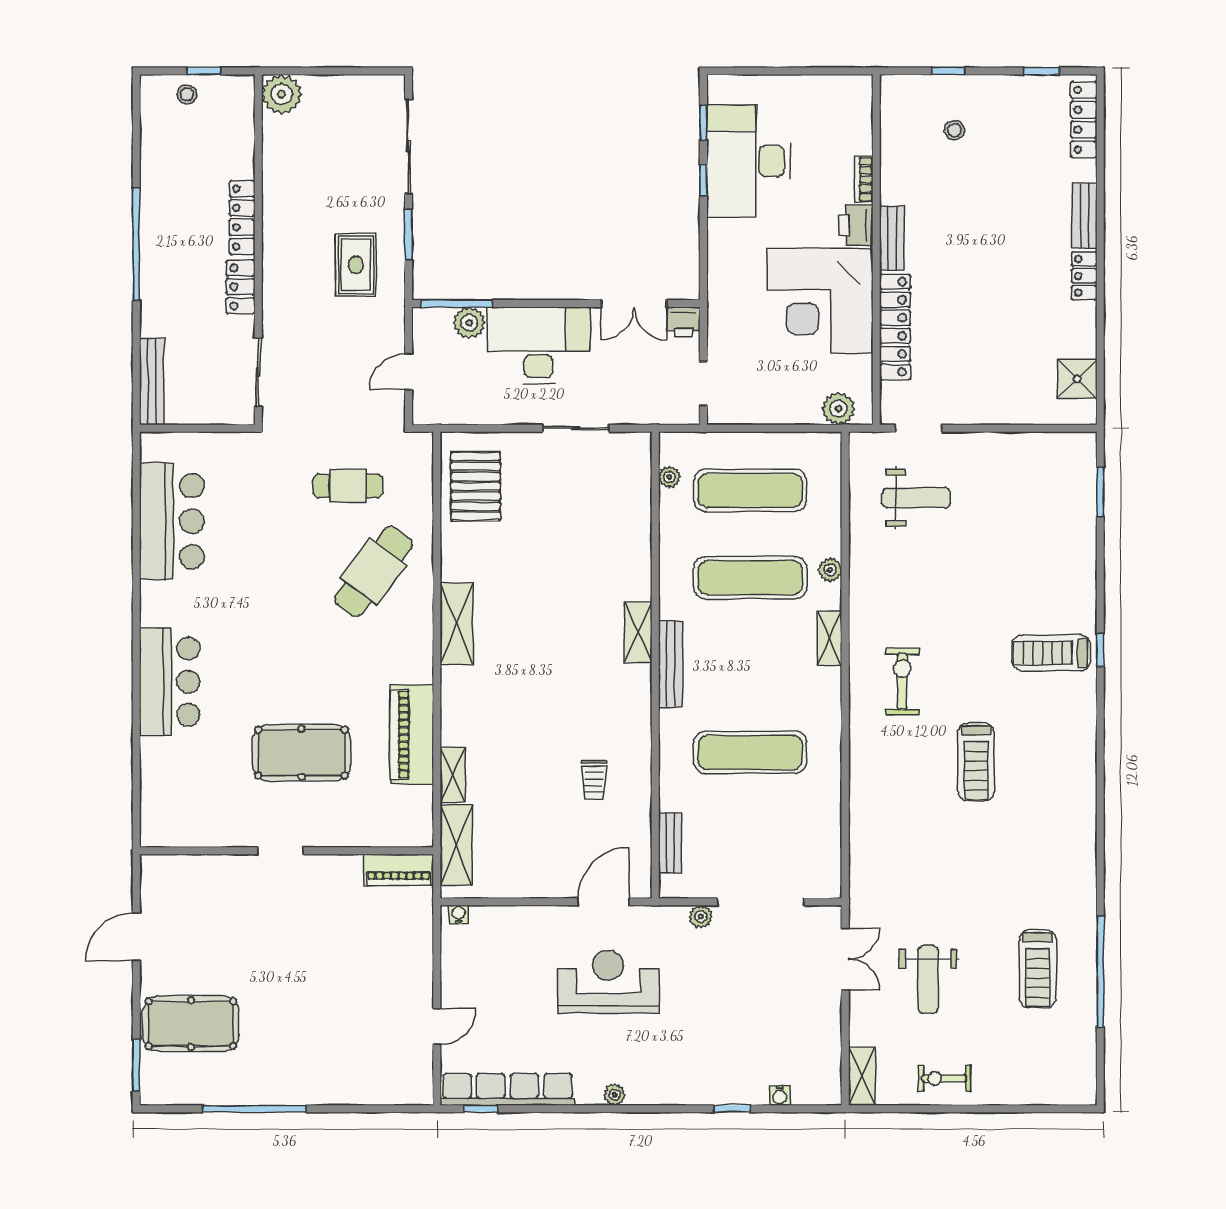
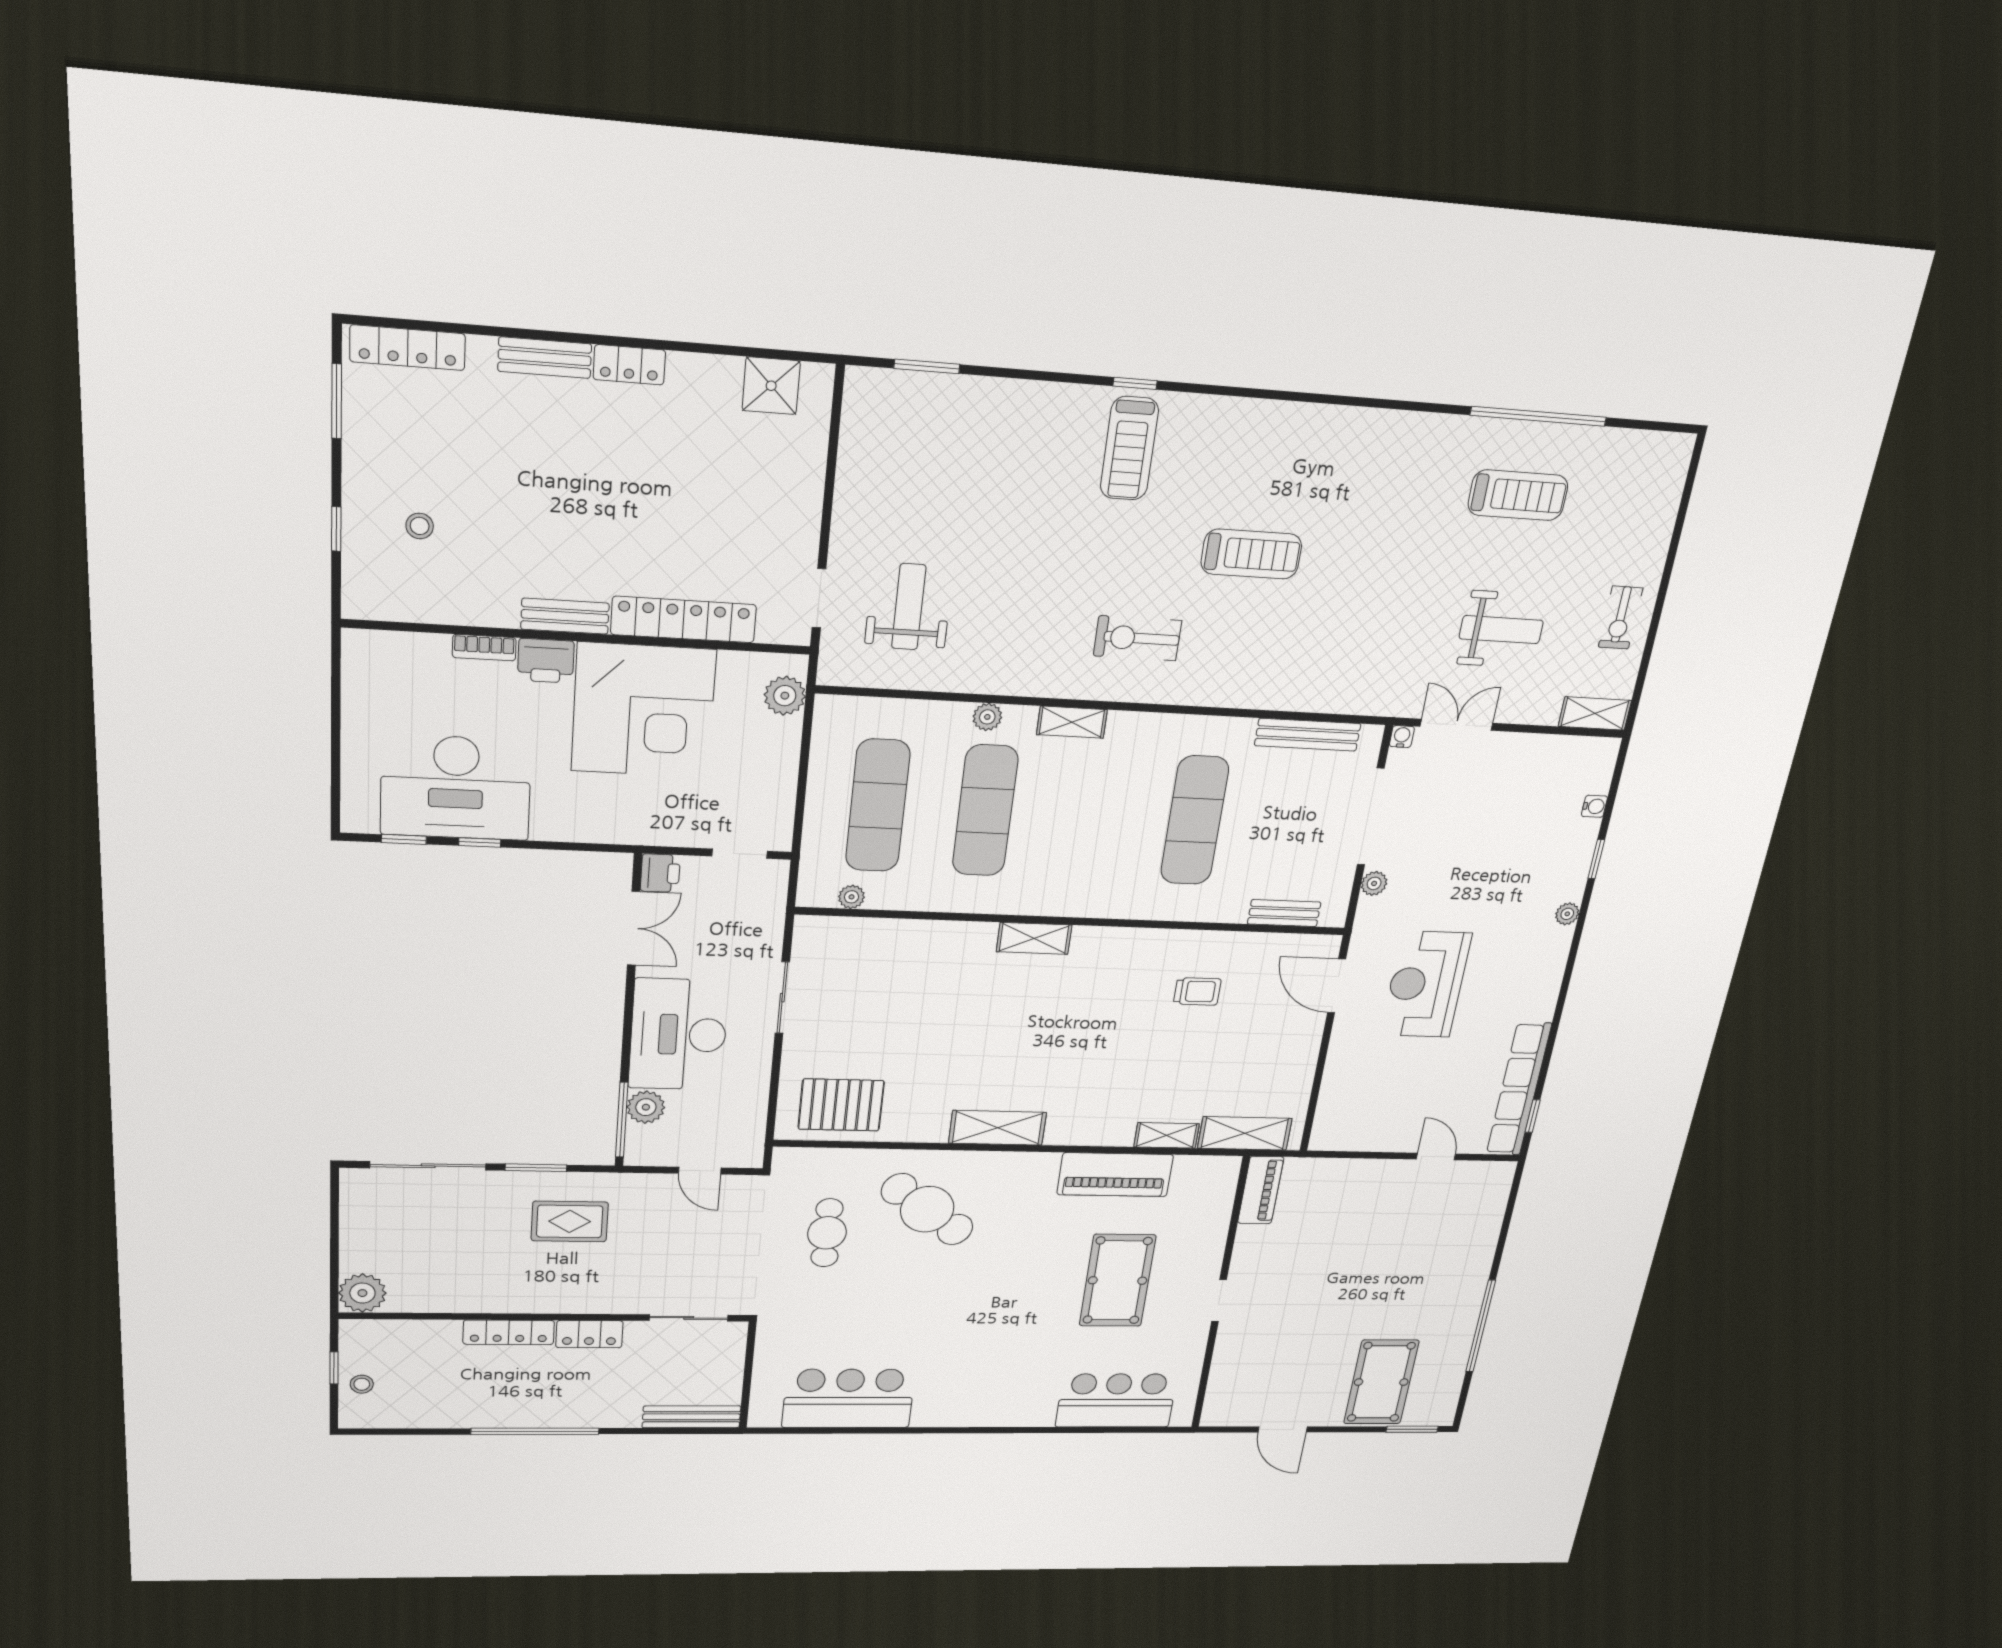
window: (1042, 71) -> (337, 401), width x1.50
bench: (671, 664) -> (1308, 735), moved
bar counter: (170, 682) -> (1116, 1400), moved
water cooler: (459, 914) -> (1402, 737), moved, turned 90
plant: (615, 1095) -> (1567, 914), moved

